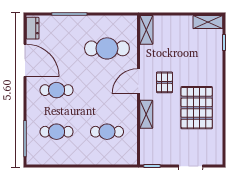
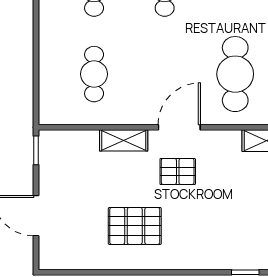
door: (138, 81) -> (179, 127), hinge flipped
pallet: (197, 108) -> (135, 226), width x0.73, depth x0.71

